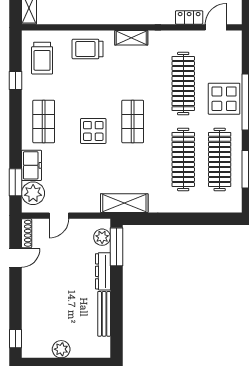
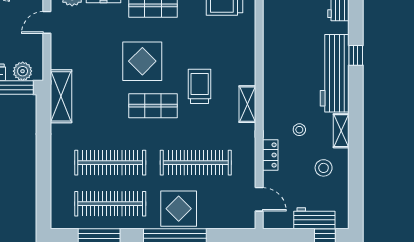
locker: (189, 17) -> (270, 155), moved
trolley: (88, 49) -> (200, 86), moved
display table: (93, 131) -> (142, 61), width x1.36, depth x1.36
door: (59, 216) -> (47, 22), hinge flipped

